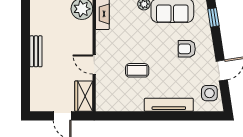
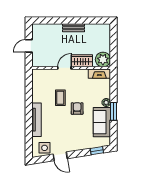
armchair: (187, 49) -> (77, 109), moved
wardrobe: (84, 96) -> (82, 61), moved

